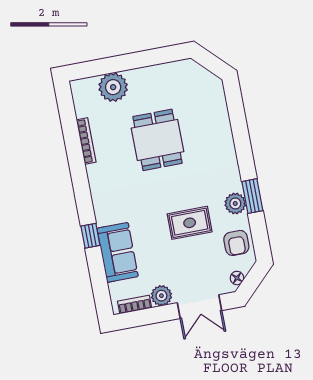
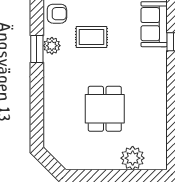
bookcase: (86, 141) -> (162, 119), removed
armchair: (236, 243) -> (57, 14), turned 90

